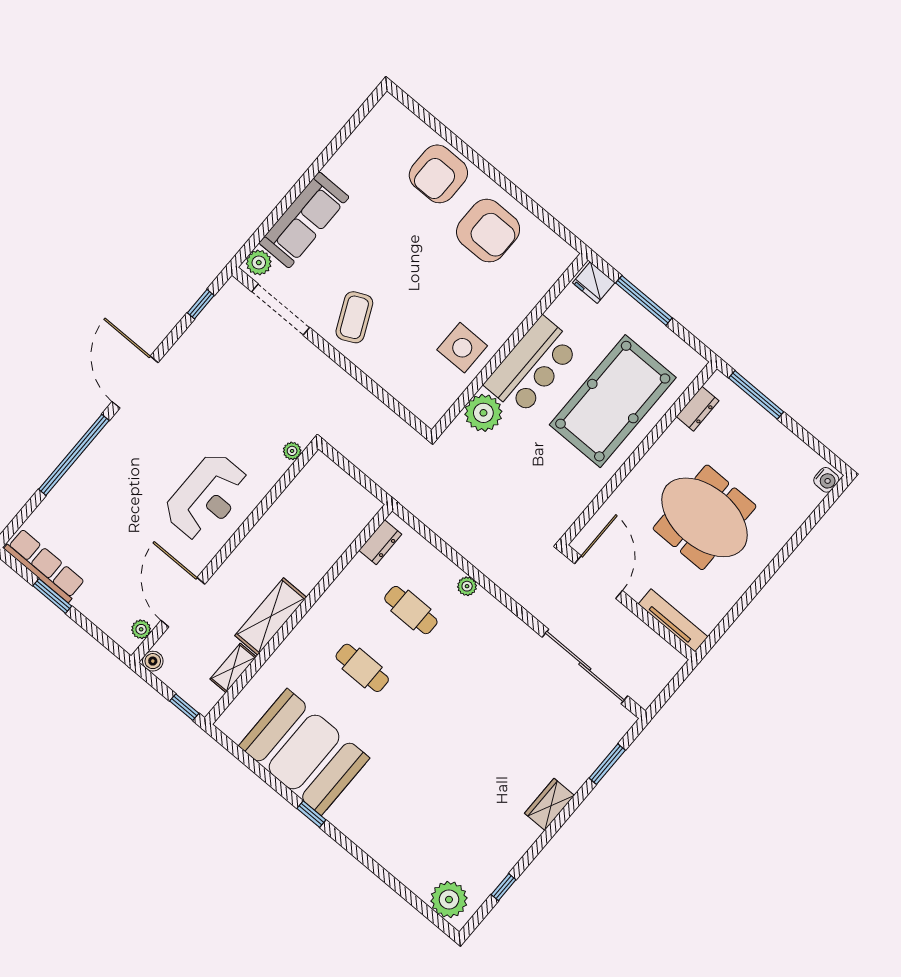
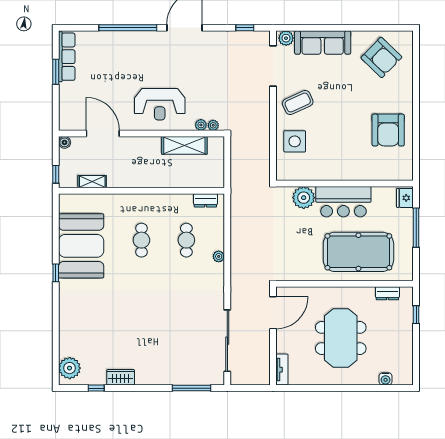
armchair: (438, 174) -> (381, 57), moved, turned -136
side table: (462, 348) -> (295, 141), moved
window: (756, 395) -> (416, 315), width x0.46
water cooler: (826, 480) -> (386, 379), moved
door: (183, 602) -> (103, 134), hinge flipped
shelving: (271, 616) -> (184, 145), moved
tv unit: (673, 620) -> (282, 370), width x0.71
plant: (141, 629) -> (201, 125), moved
window: (607, 764) -> (192, 388), width x1.44
wardrobe: (549, 804) -> (121, 377), moved

